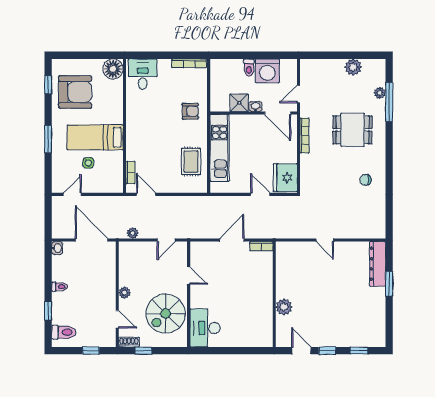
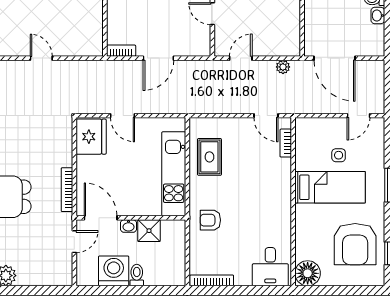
armchair: (75, 92) -> (355, 244), turned -90
washbasin: (57, 248) -> (378, 16), moved

